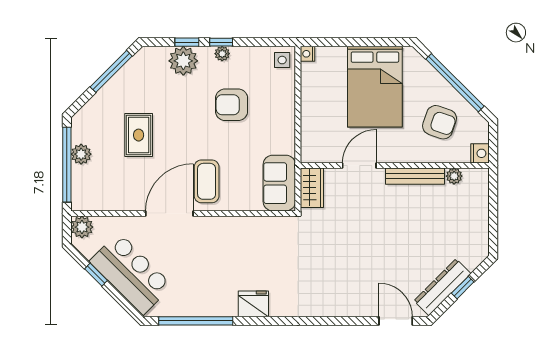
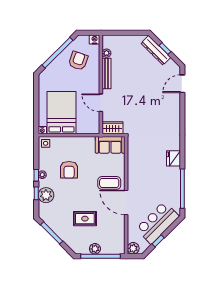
bed: (375, 87) -> (61, 113), moved, turned -90
dresser: (442, 287) -> (156, 50), moved

